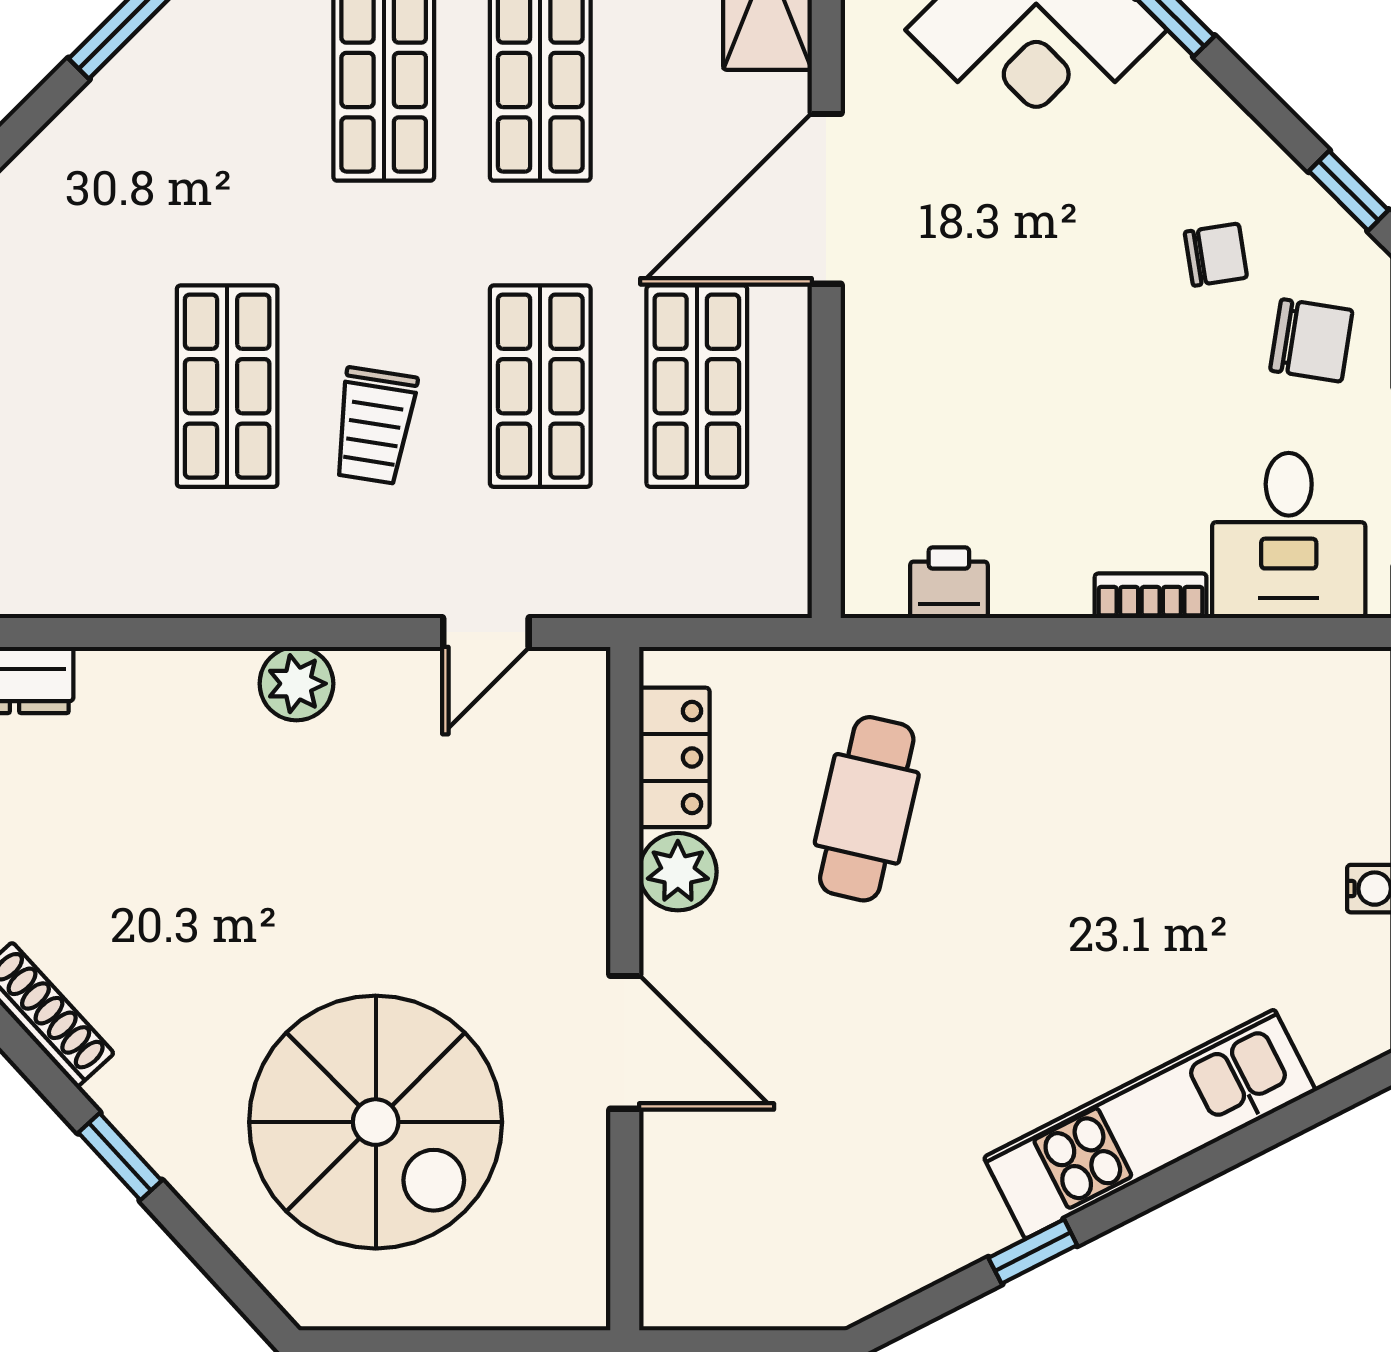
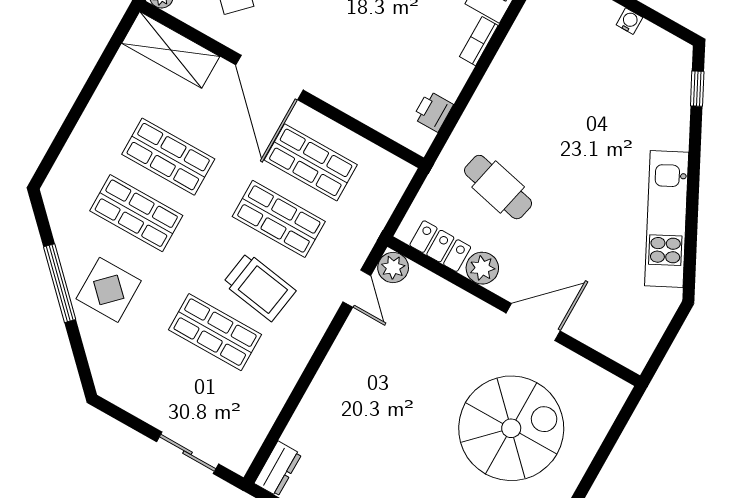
display table: (190, 113) -> (109, 290), added
trolley: (374, 426) -> (259, 287), width x1.36, depth x1.39
plant: (296, 684) -> (393, 267), moved
kitchen unit: (1150, 1124) -> (667, 219), moved
window: (1033, 1252) -> (697, 89), moved

